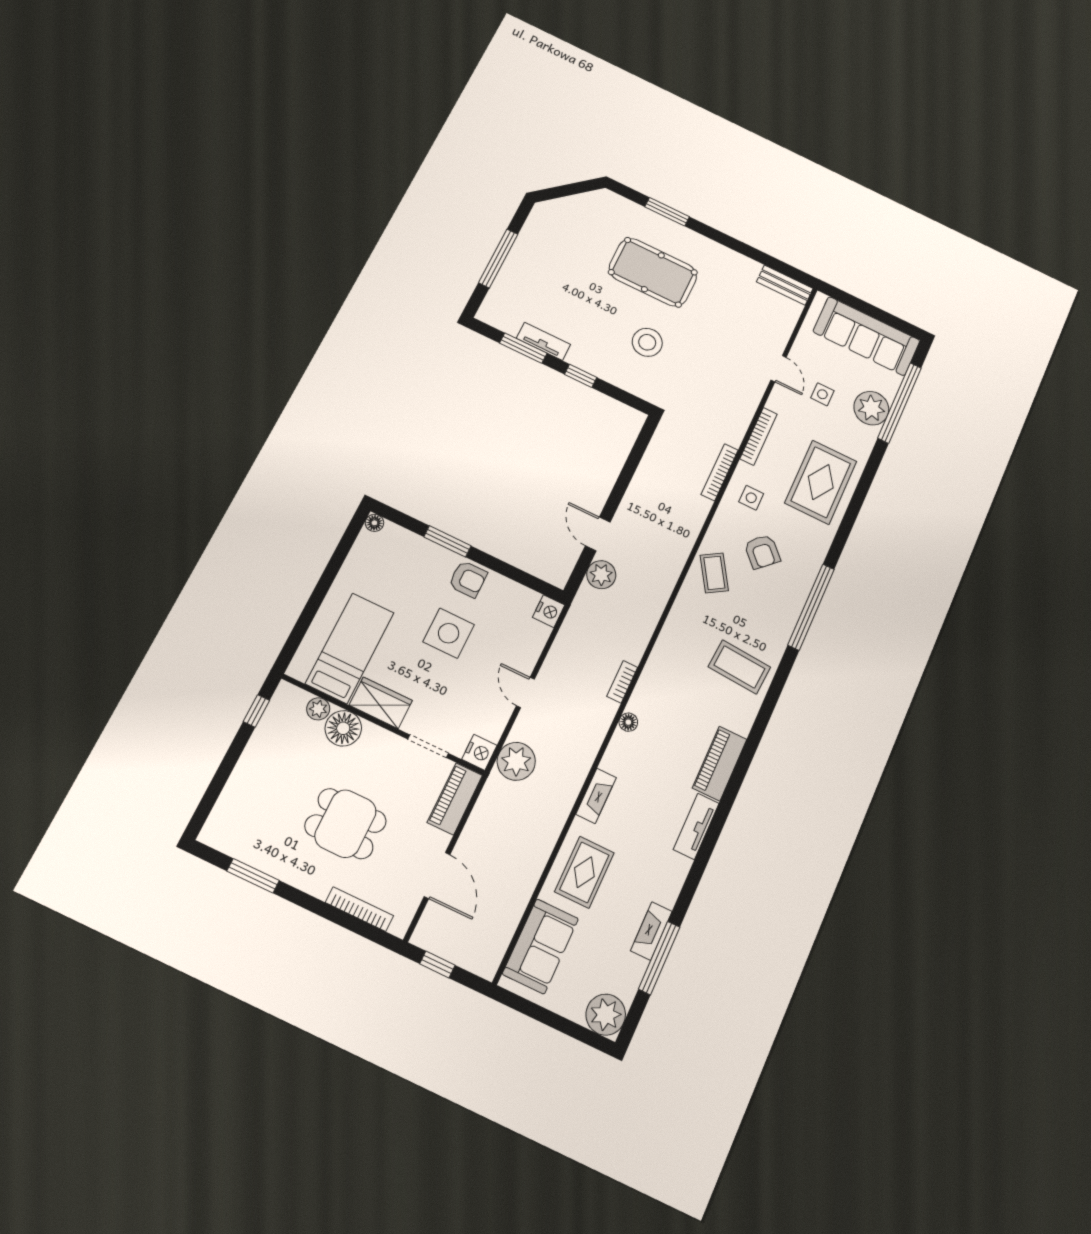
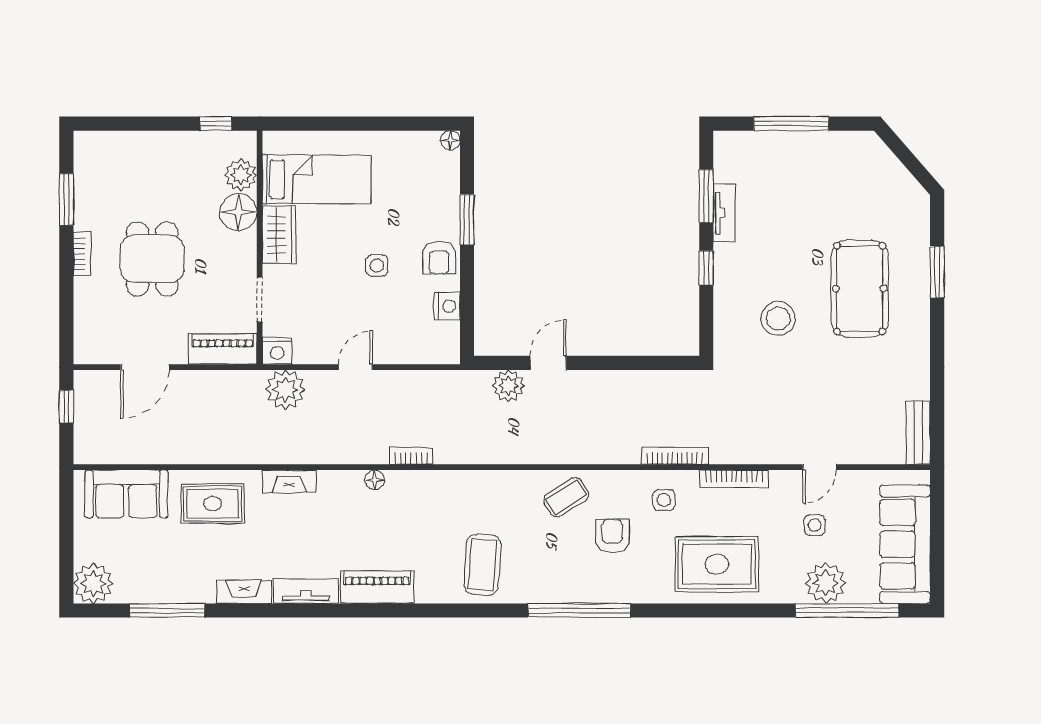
armchair: (762, 552) -> (612, 536), turned 134
nightstand: (549, 611) -> (447, 306), moved, turned -90
side table: (449, 633) -> (377, 266), width x0.54, depth x0.54
plant: (318, 709) -> (241, 175), width x1.38, depth x1.38
bookcase: (359, 909) -> (82, 254), moved, width x0.64
fireplace: (651, 931) -> (244, 592), moved

